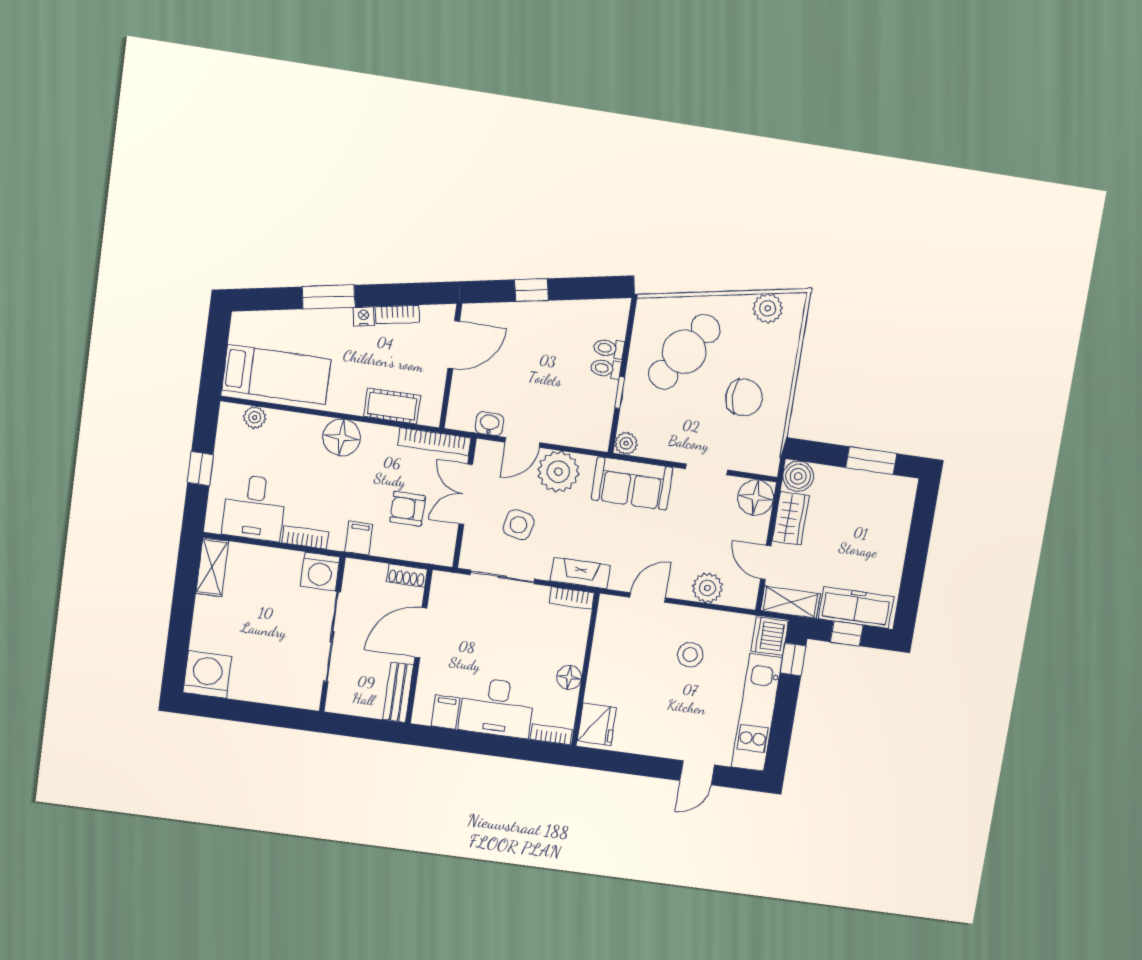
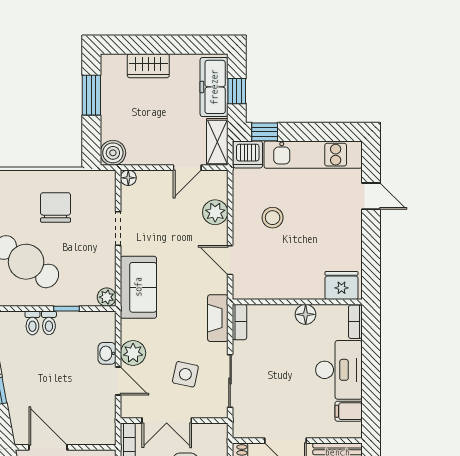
washbasin: (489, 424) -> (107, 353), moved
plant: (558, 472) -> (133, 353), width x0.73, depth x0.73
floor lamp: (756, 497) -> (128, 178), width x0.53, depth x0.53
wardrobe: (791, 518) -> (148, 66), moved, turned 180

